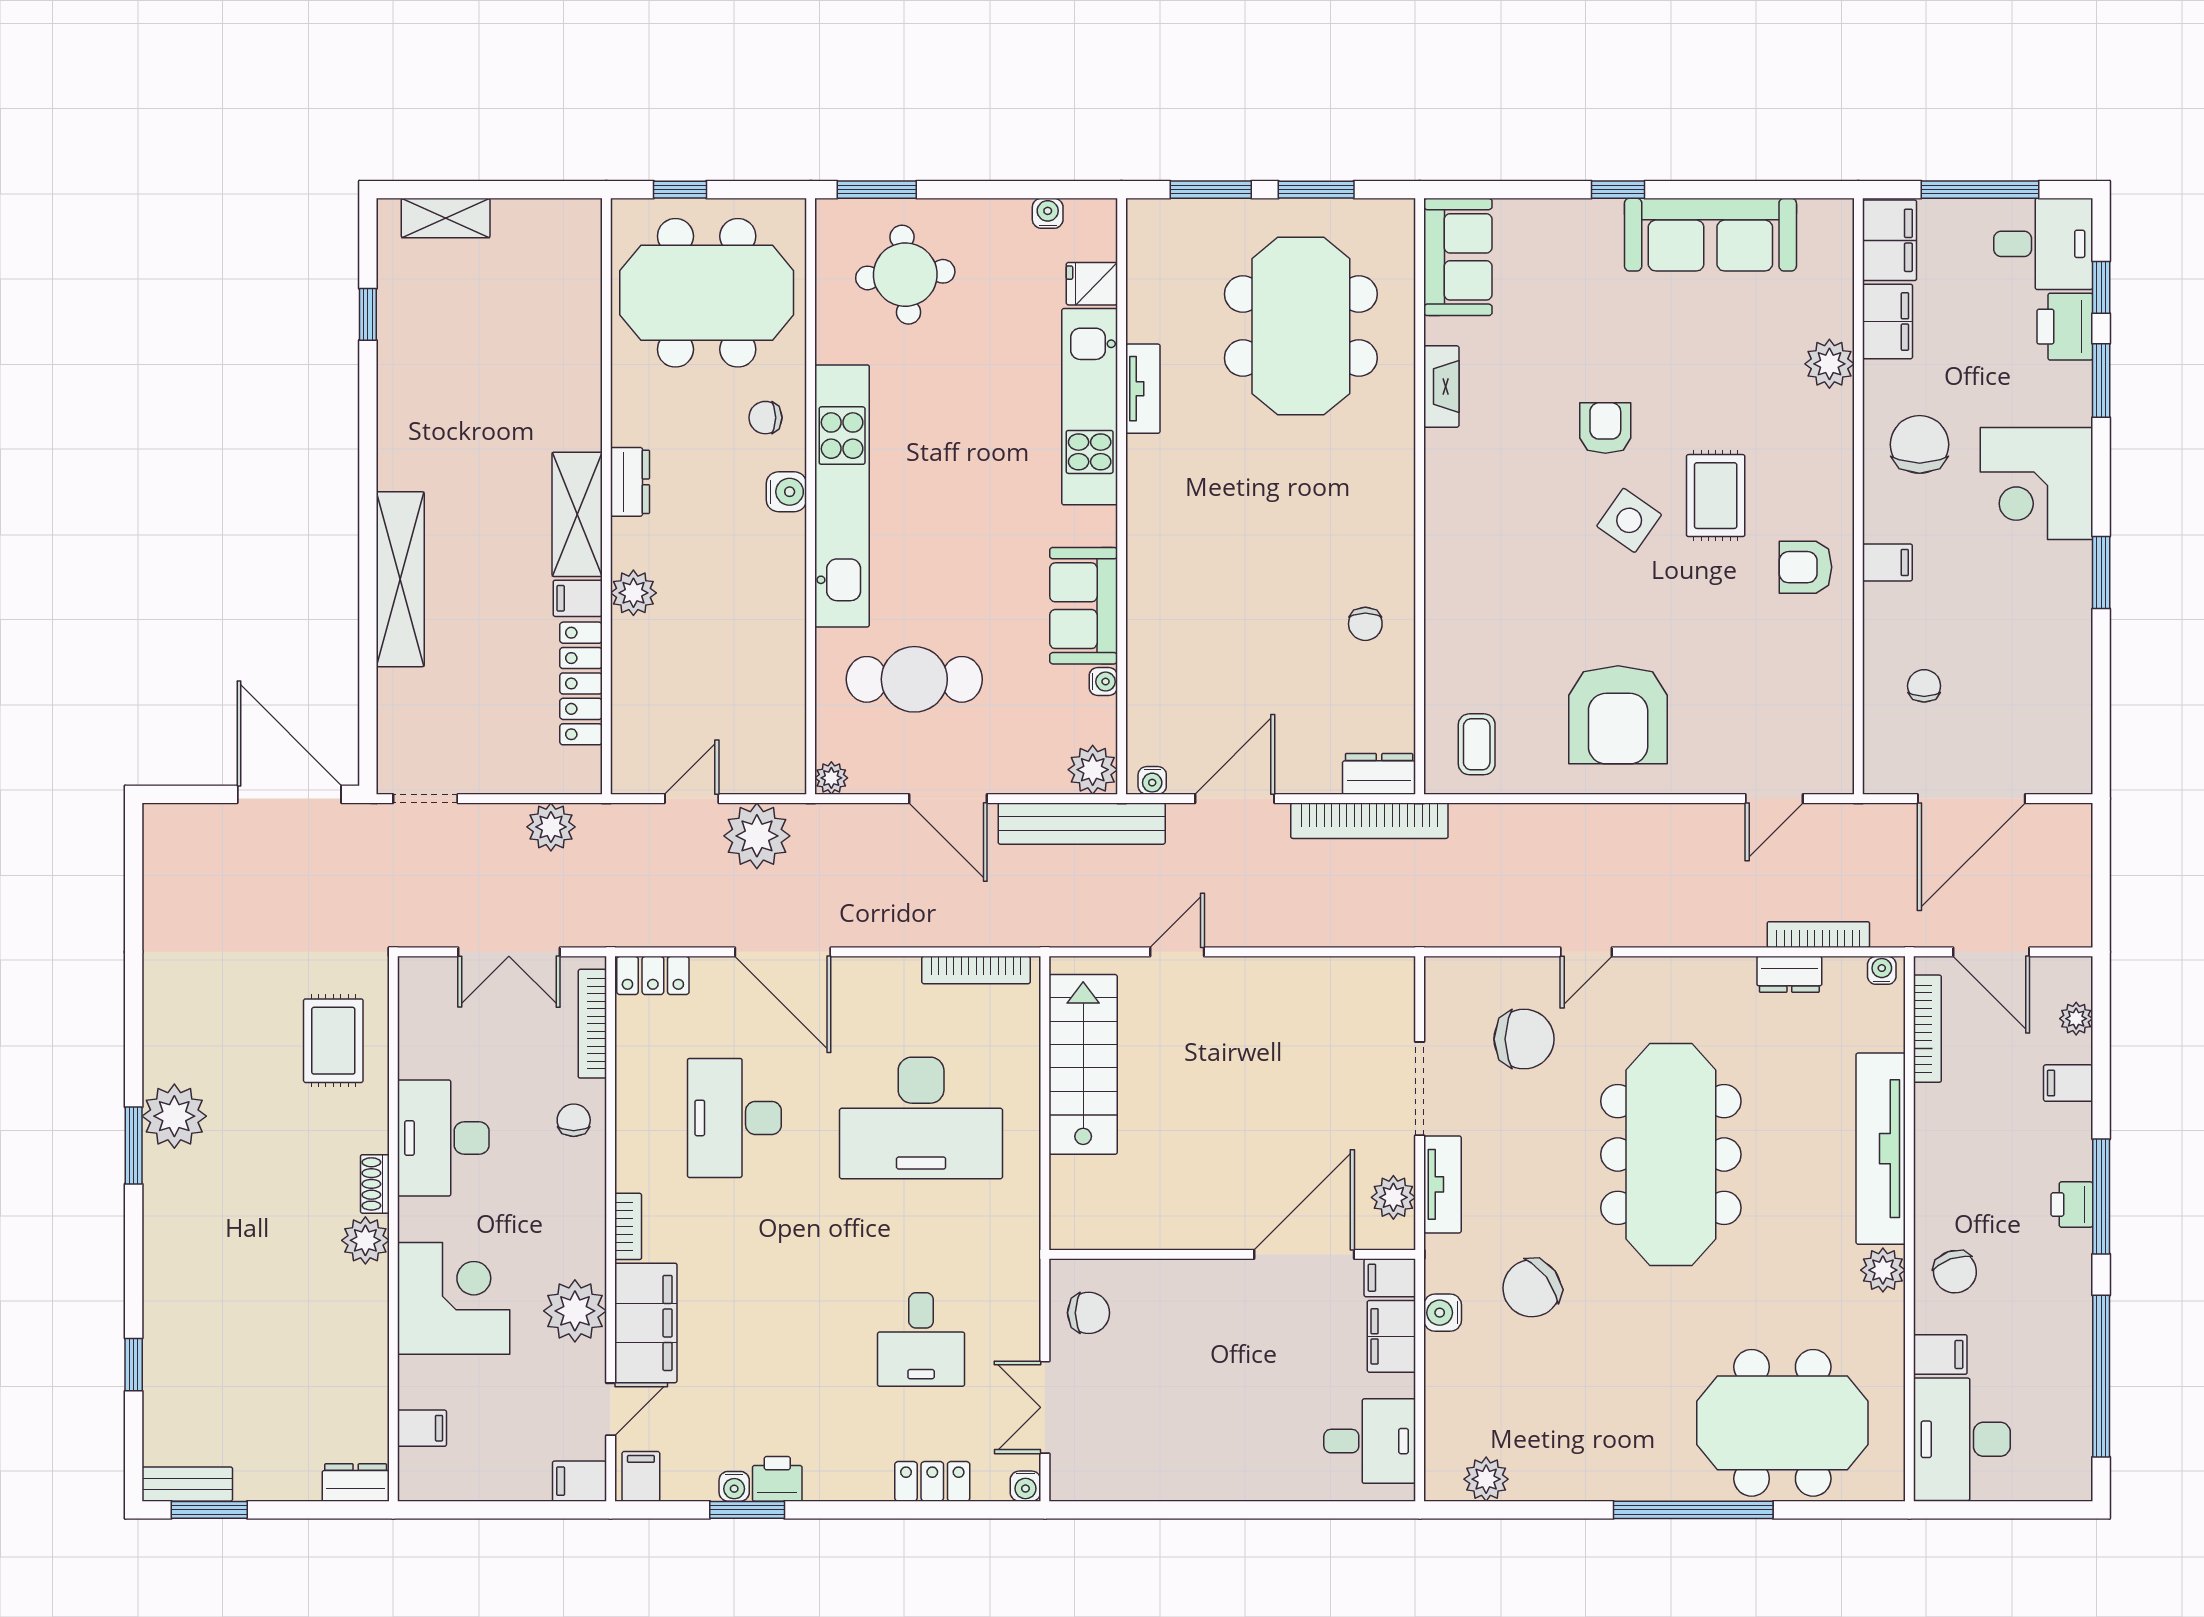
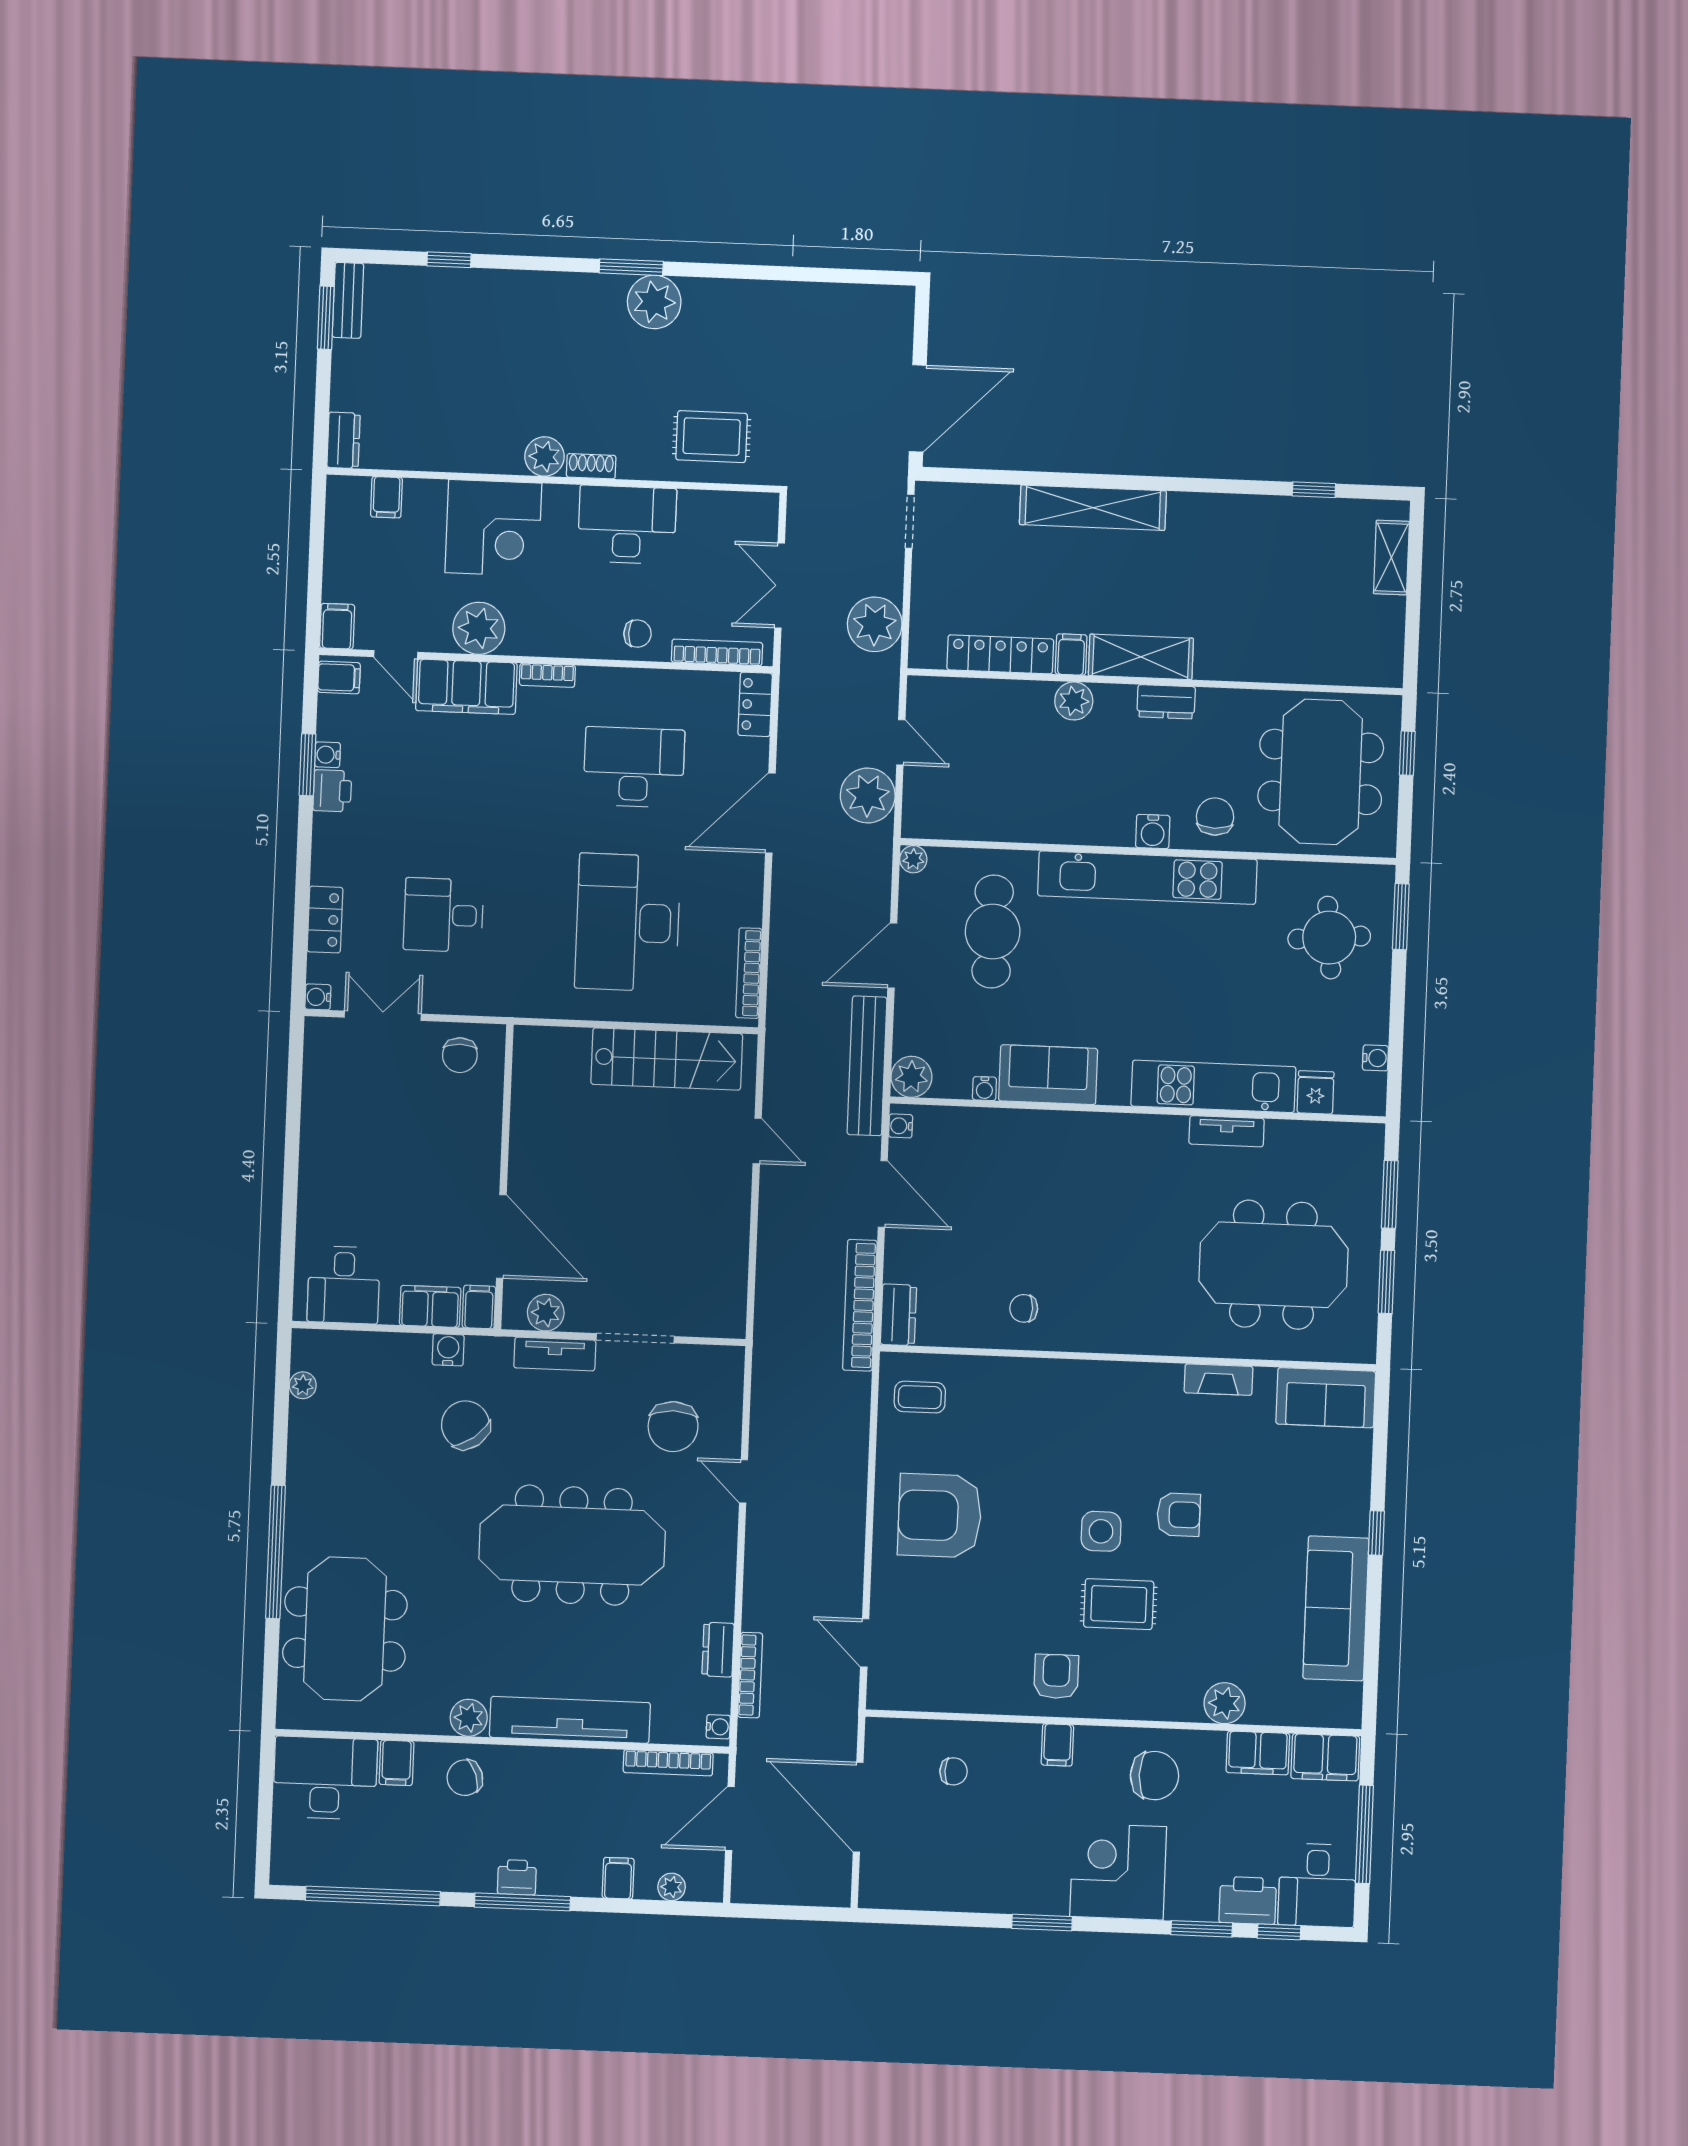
chair: (765, 418) -> (1215, 817), width x1.37, depth x1.37
side table: (1629, 520) -> (1101, 1531), turned -35
plant: (551, 827) -> (875, 624), width x1.36, depth x1.36
plant: (1486, 1479) -> (303, 1385), width x0.73, depth x0.73

